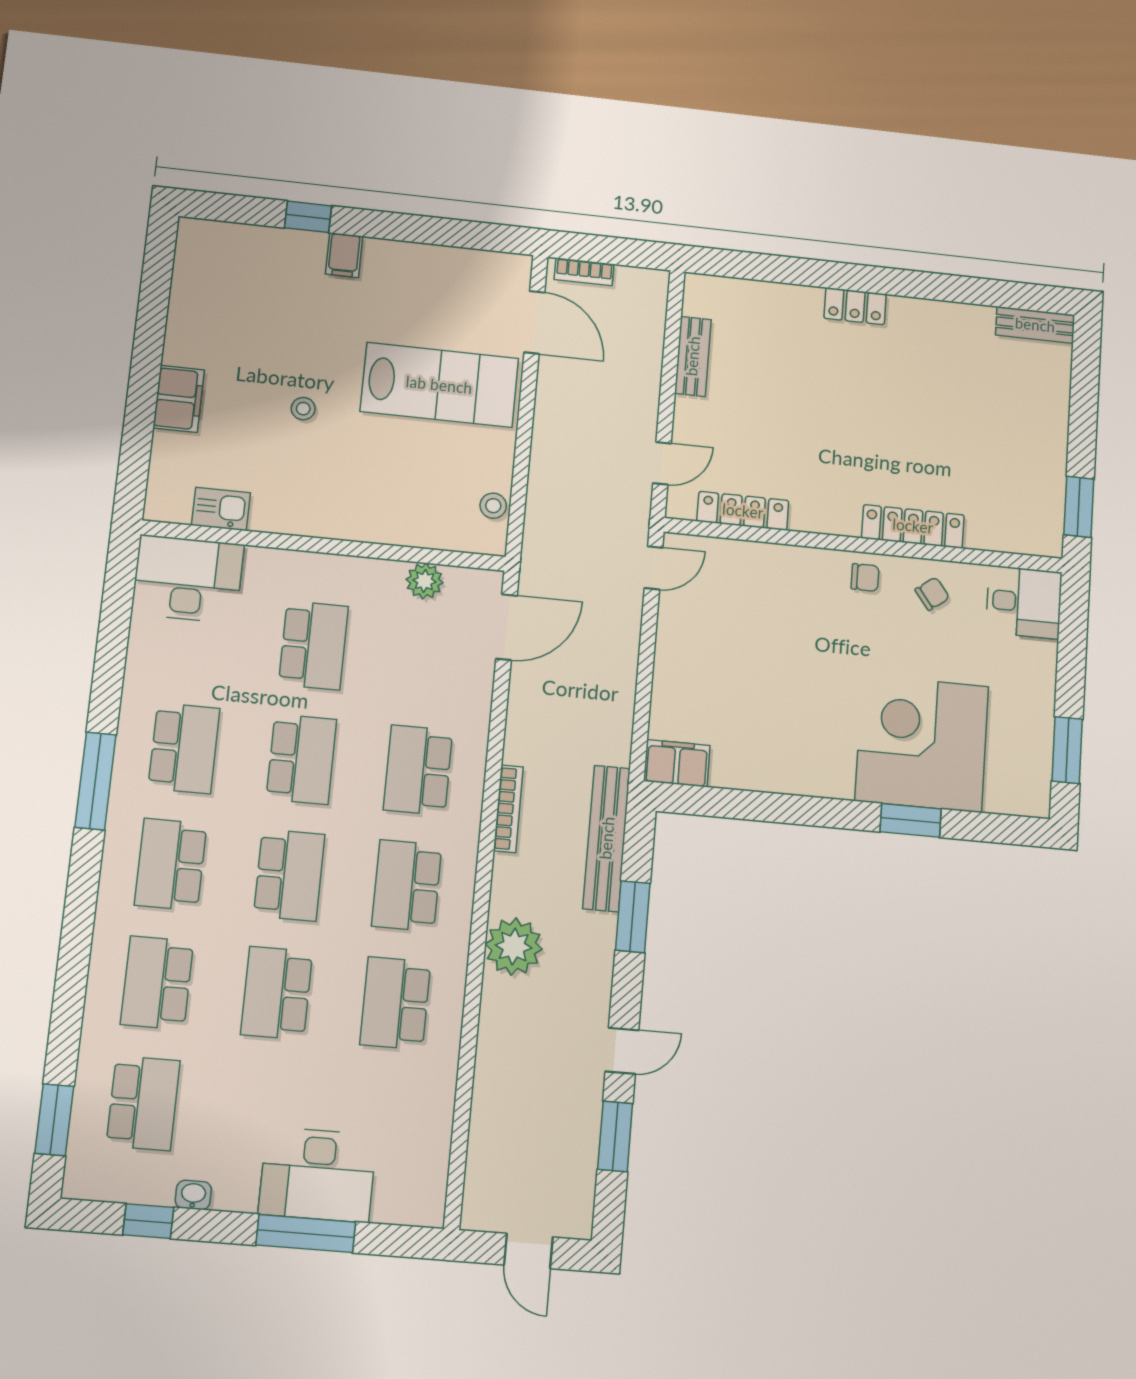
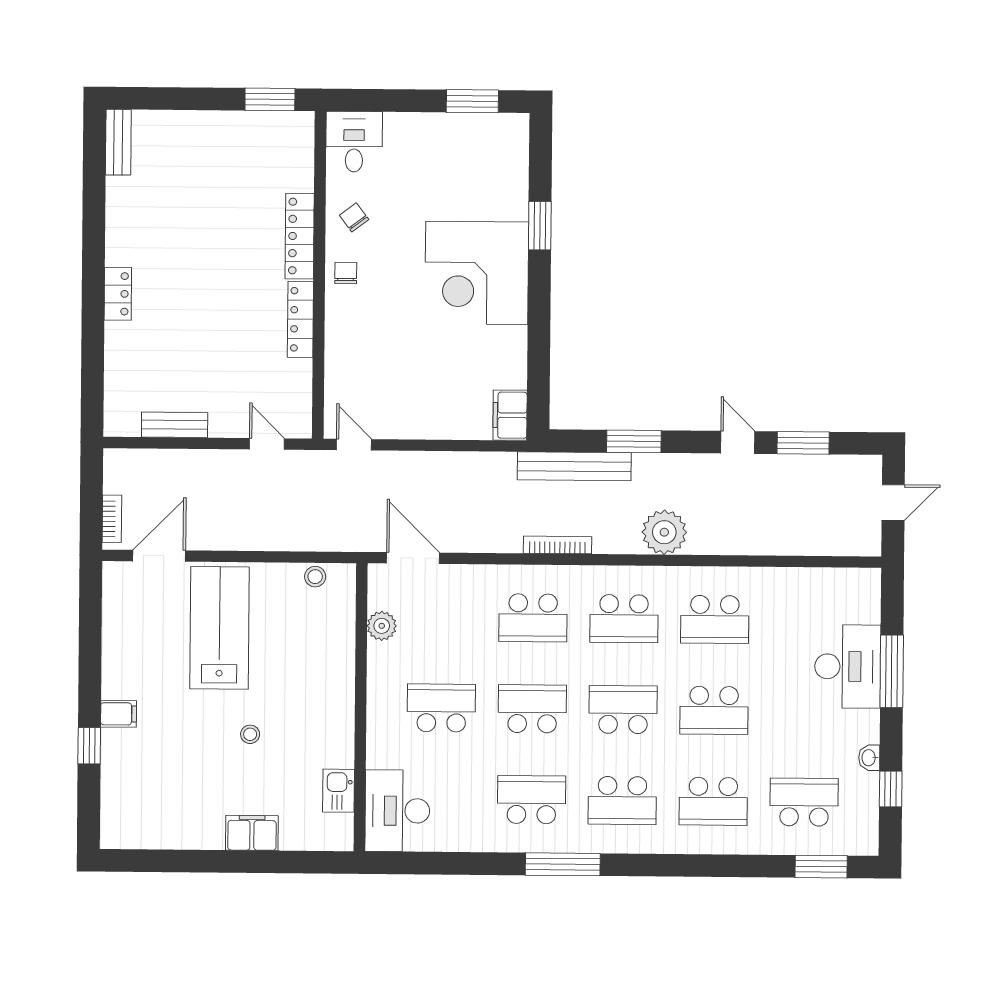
locker: (743, 511) -> (300, 319), moved
corner desk: (922, 743) -> (477, 273), moved

